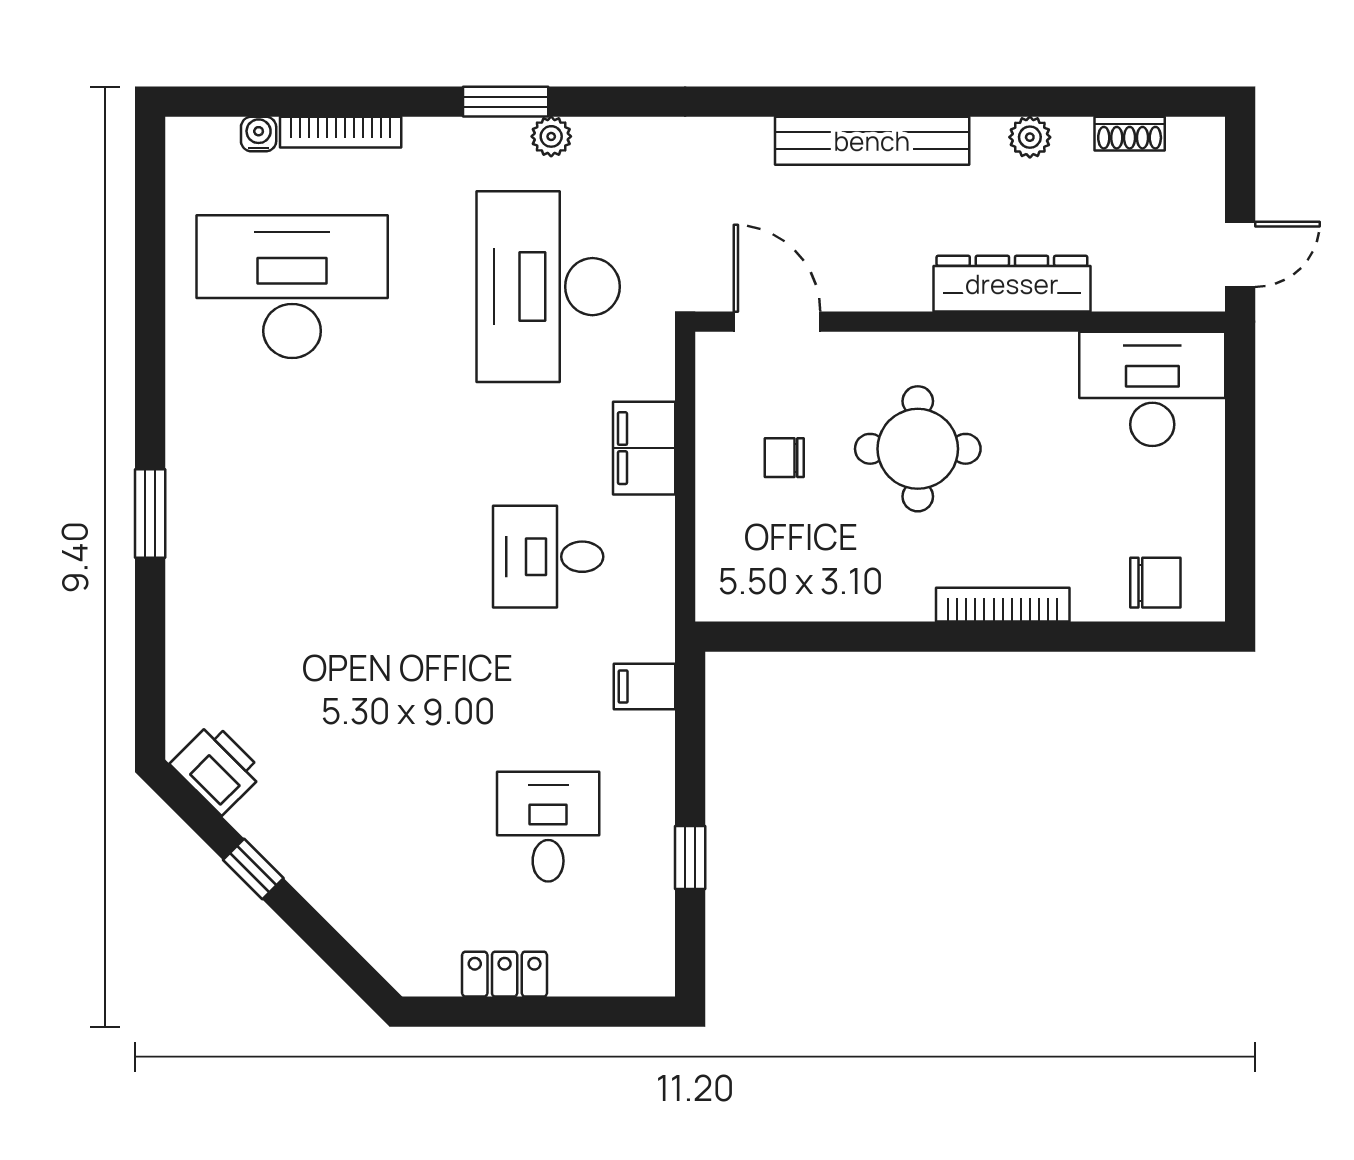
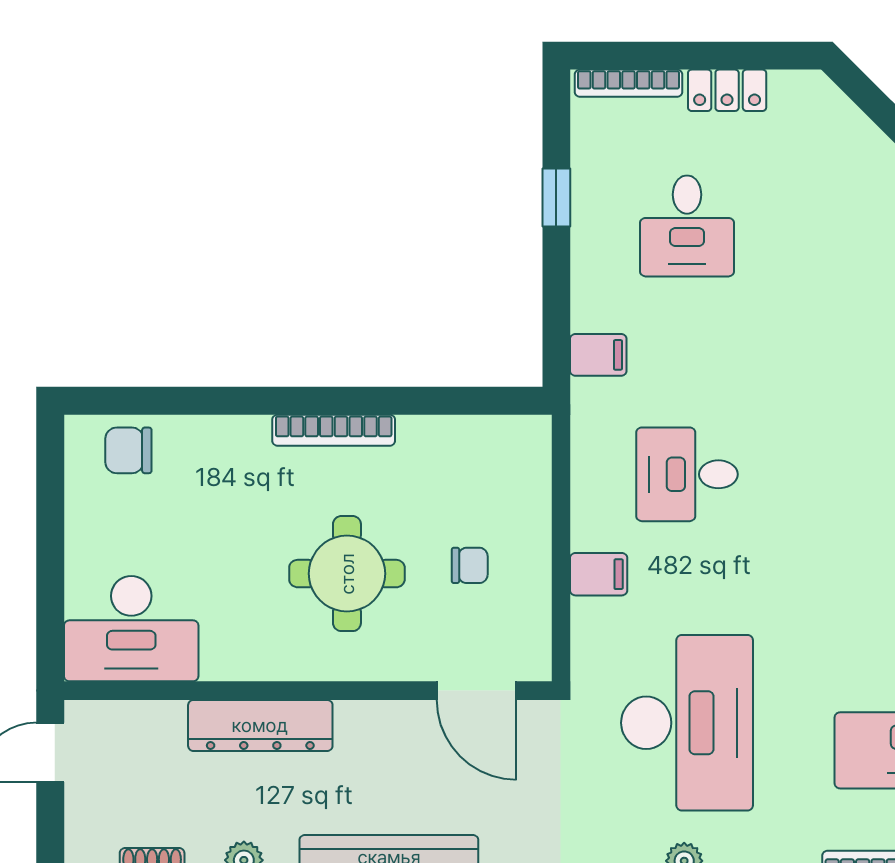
filing cabinet: (644, 448) -> (599, 574), width x0.50
desk: (548, 557) -> (687, 474), turned 180
bookcase: (1003, 605) -> (334, 430), moved
bookcase: (612, 982) -> (628, 83), added

